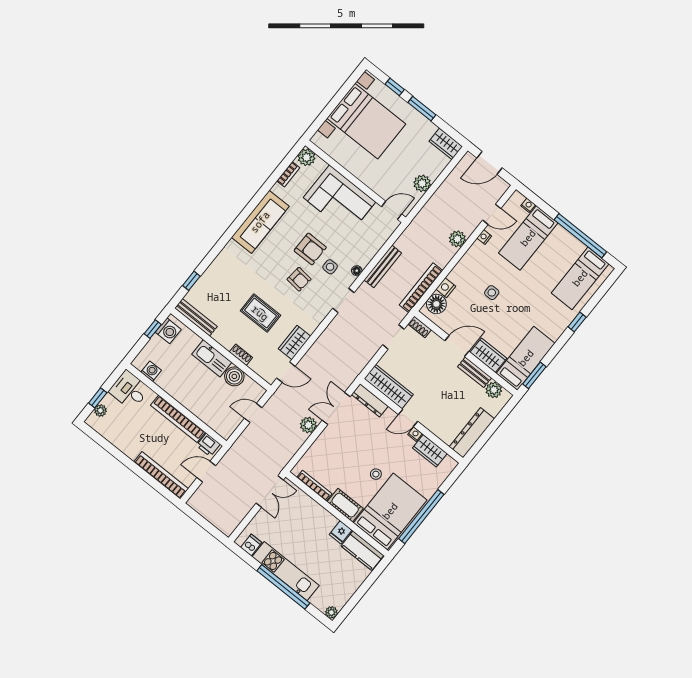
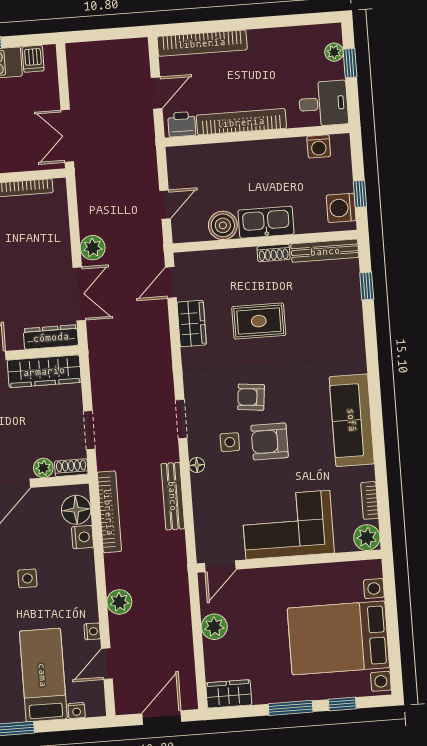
plant: (433, 340) -> (43, 468), added
shoe rack: (241, 355) -> (274, 253), moved

